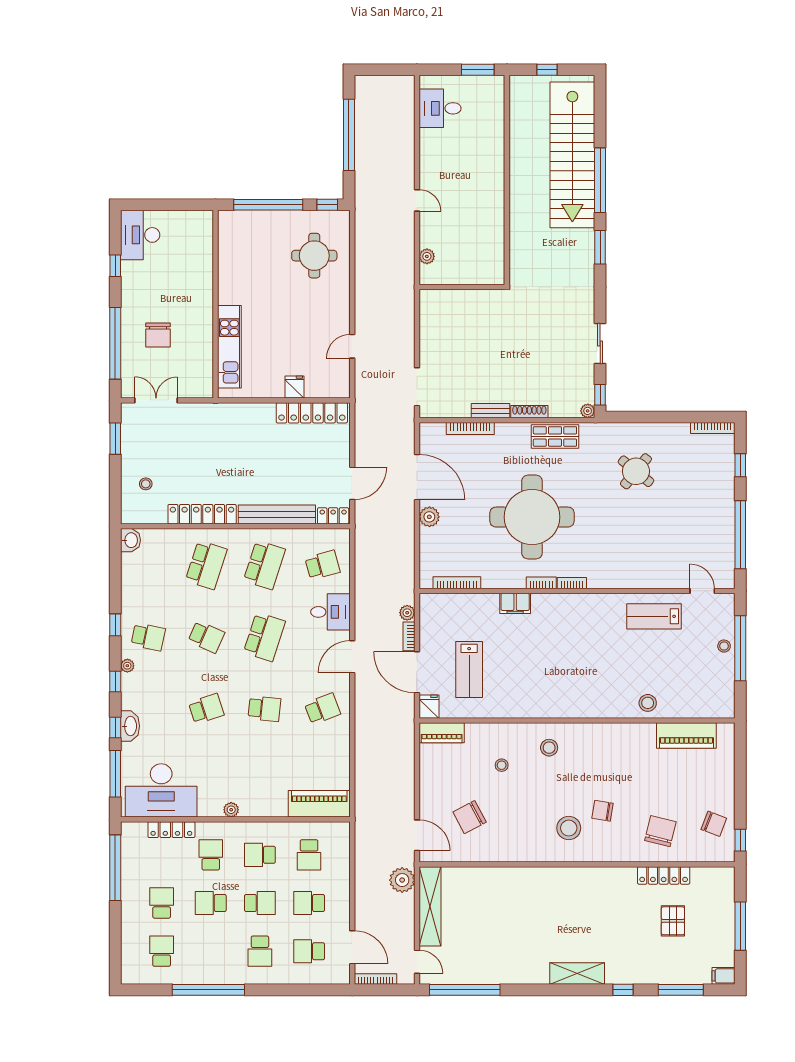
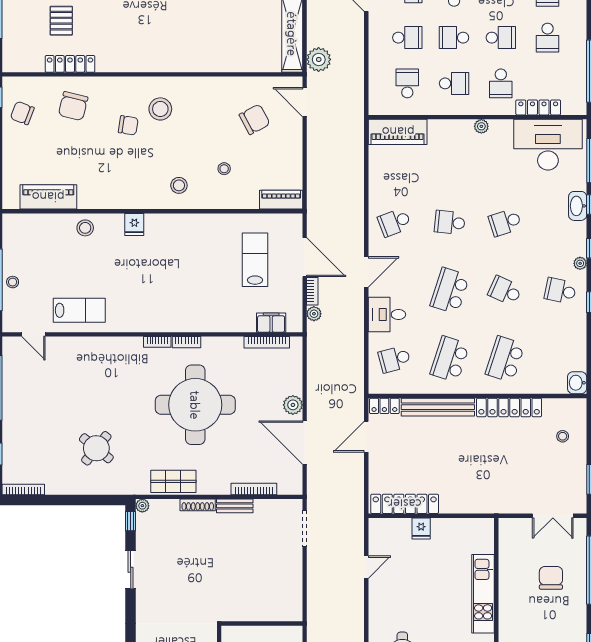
kitchen unit: (229, 347) -> (483, 594), moved
filing cabinet: (515, 603) -> (271, 323), moved
fridge: (429, 707) -> (134, 224), moved

